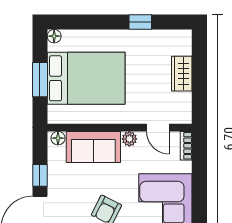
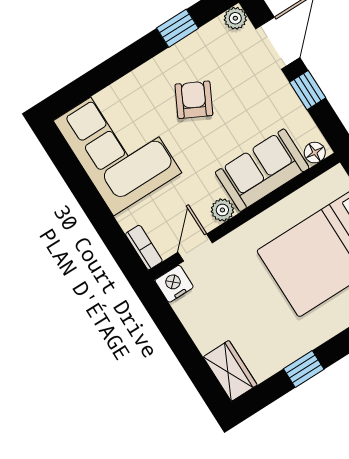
wardrobe: (182, 74) -> (230, 371), moved
nightstand: (182, 115) -> (174, 284), added
door: (158, 128) -> (195, 247), hinge flipped

